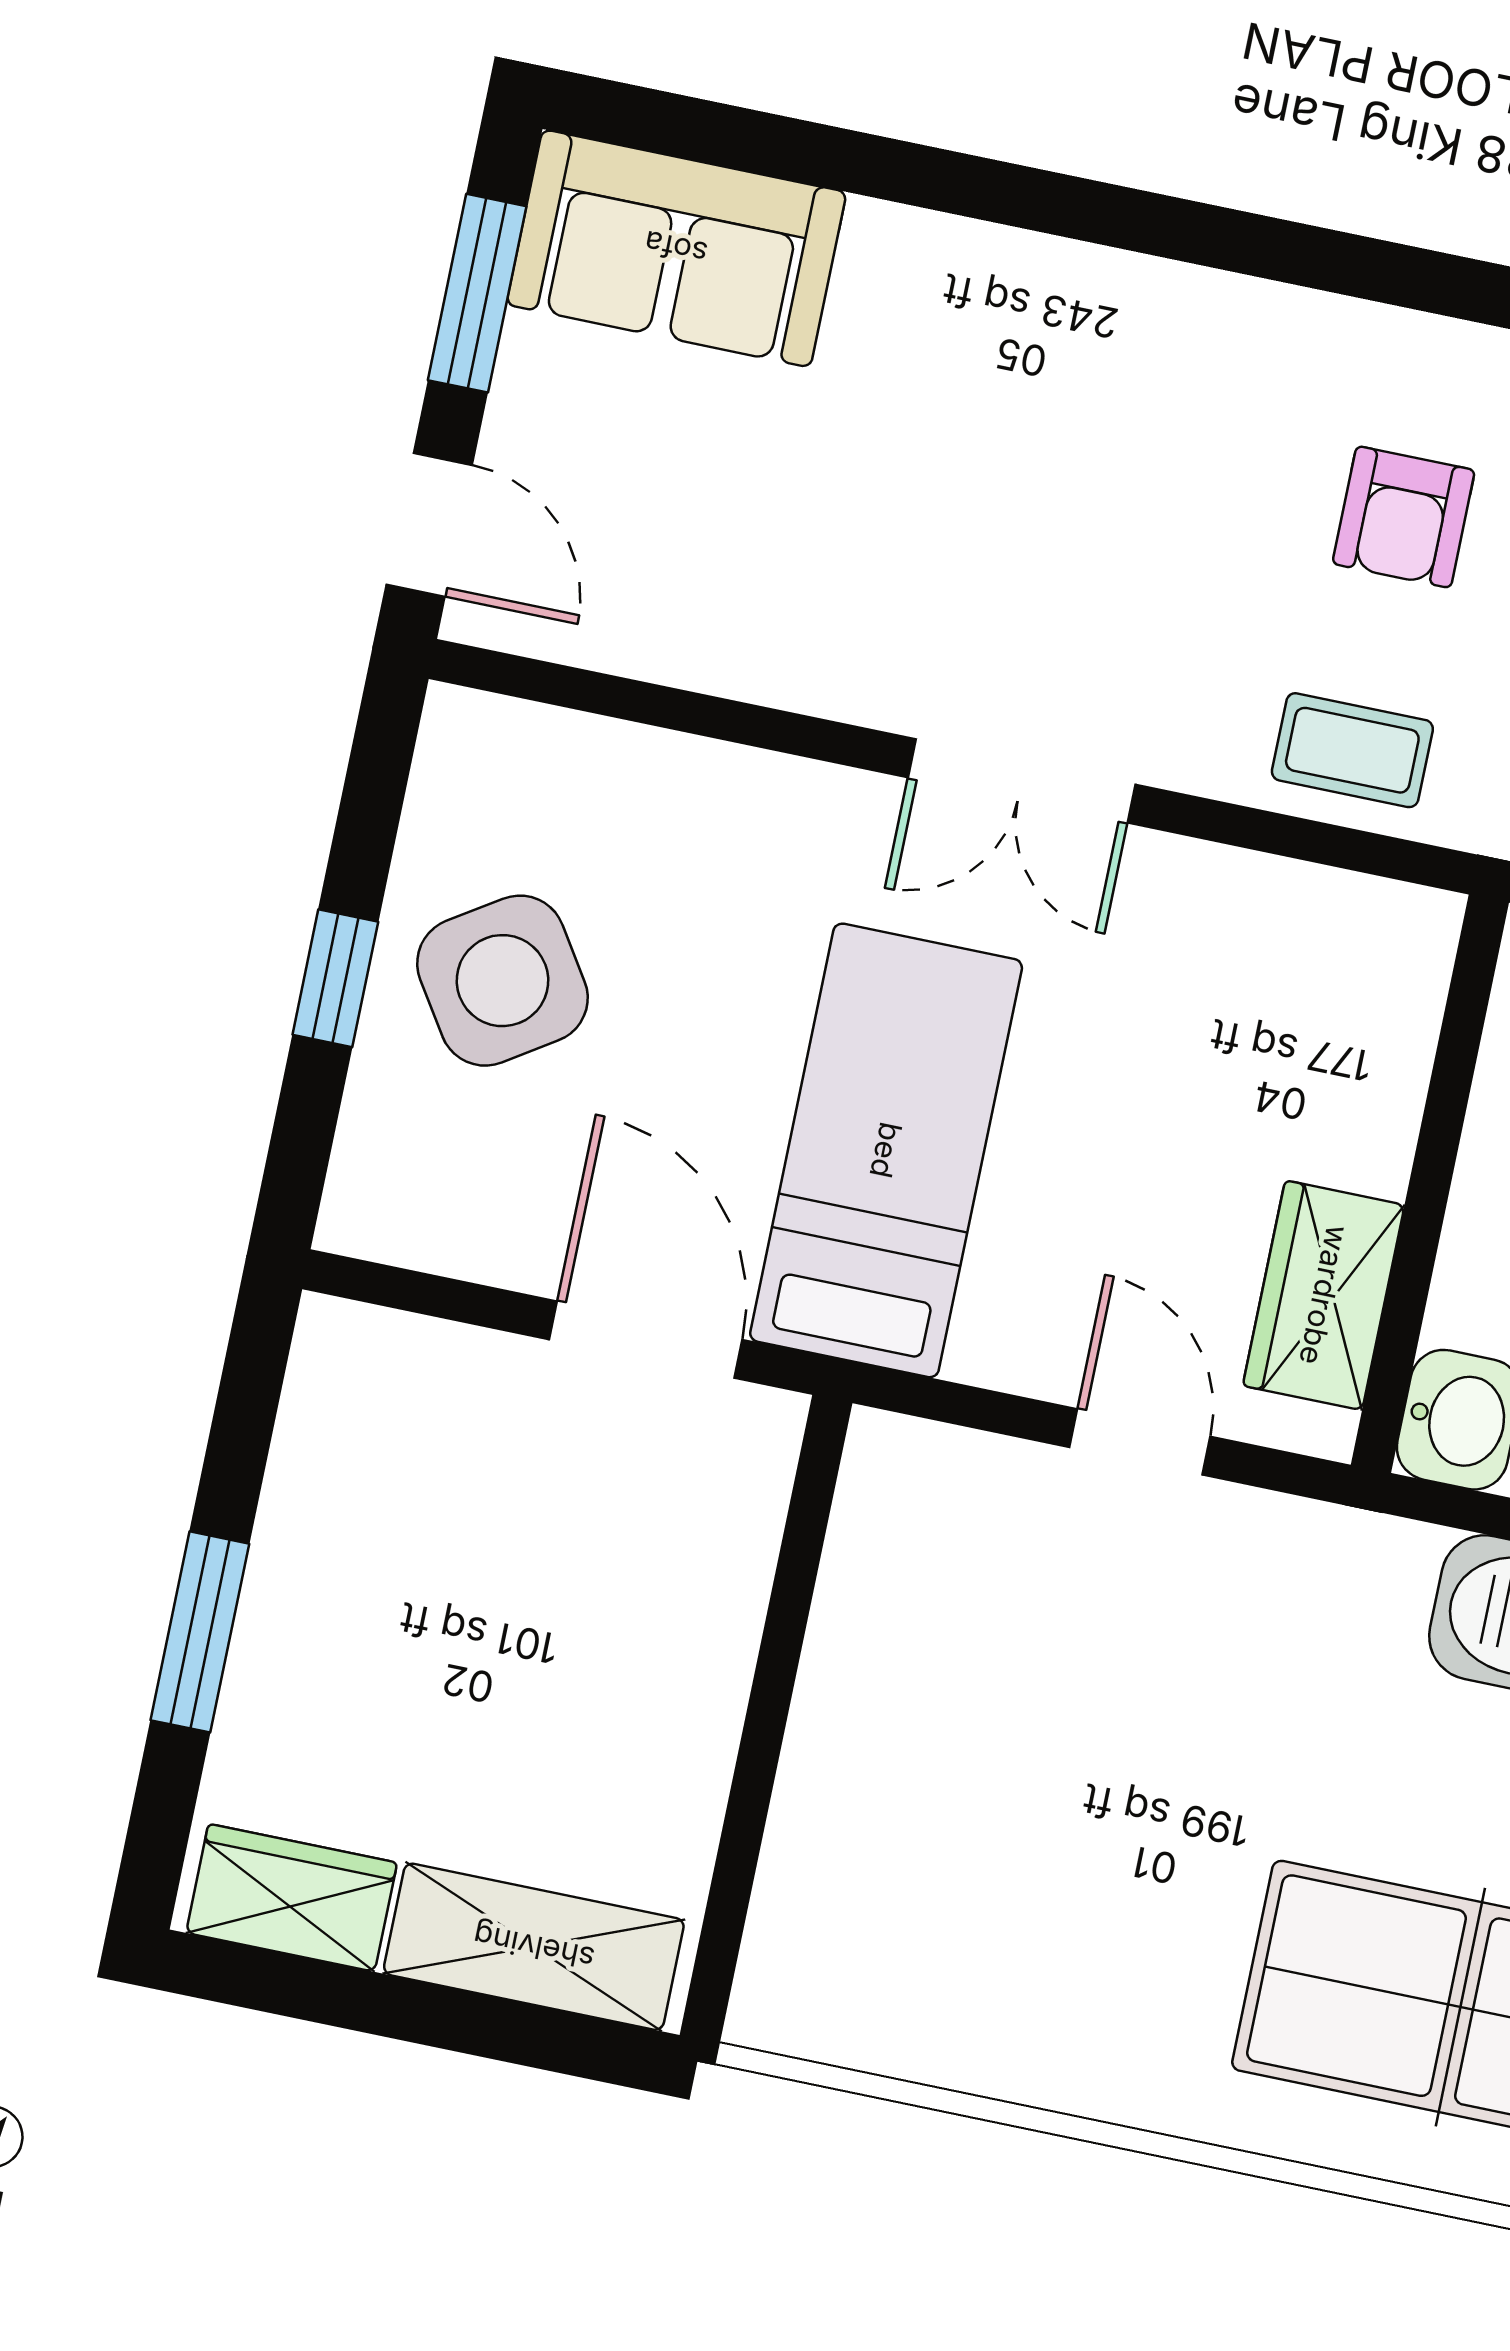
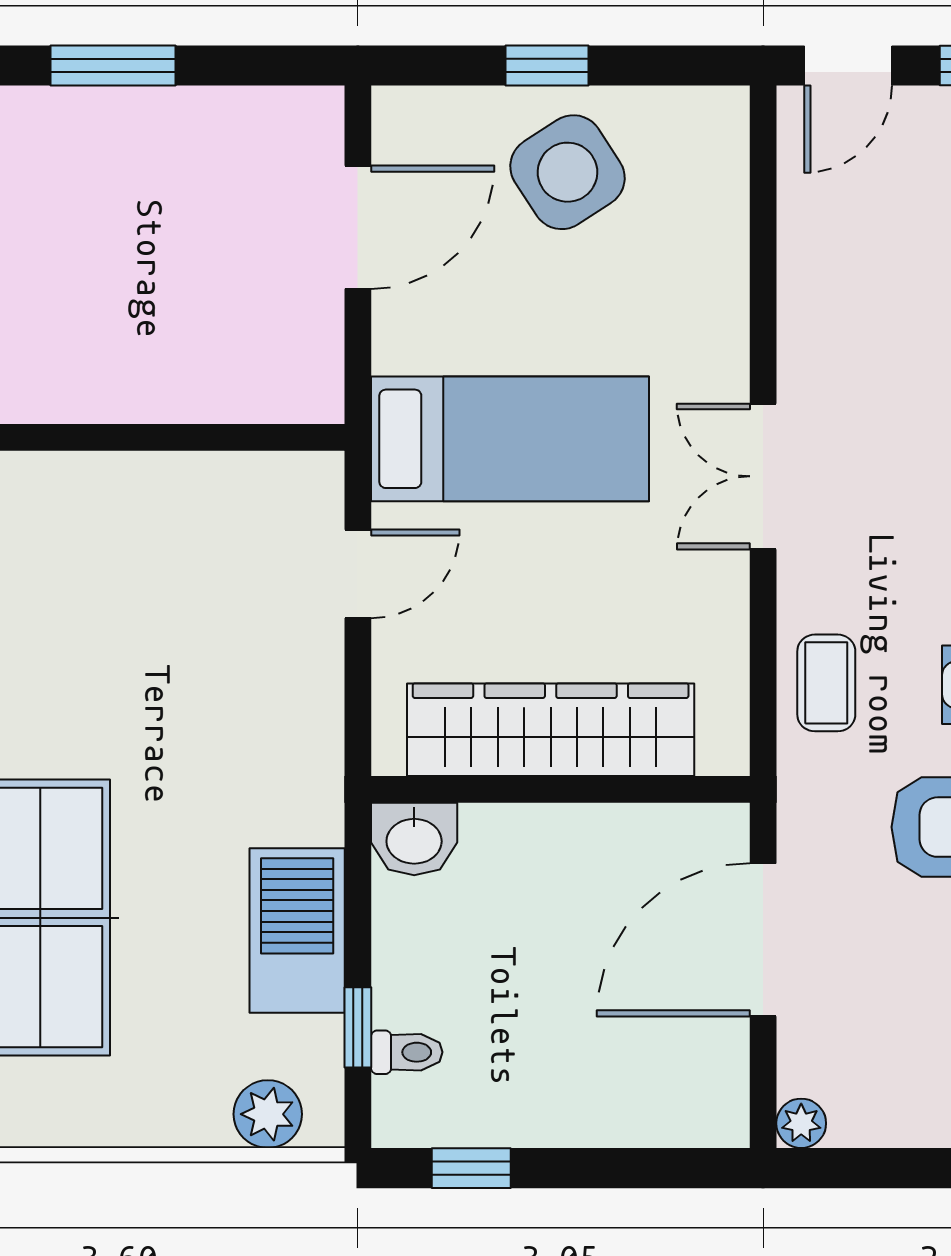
wardrobe: (1324, 1295) -> (551, 730), width x2.10, depth x1.17
door: (646, 1340) -> (358, 227), moved
door: (1140, 1442) -> (358, 574), moved

